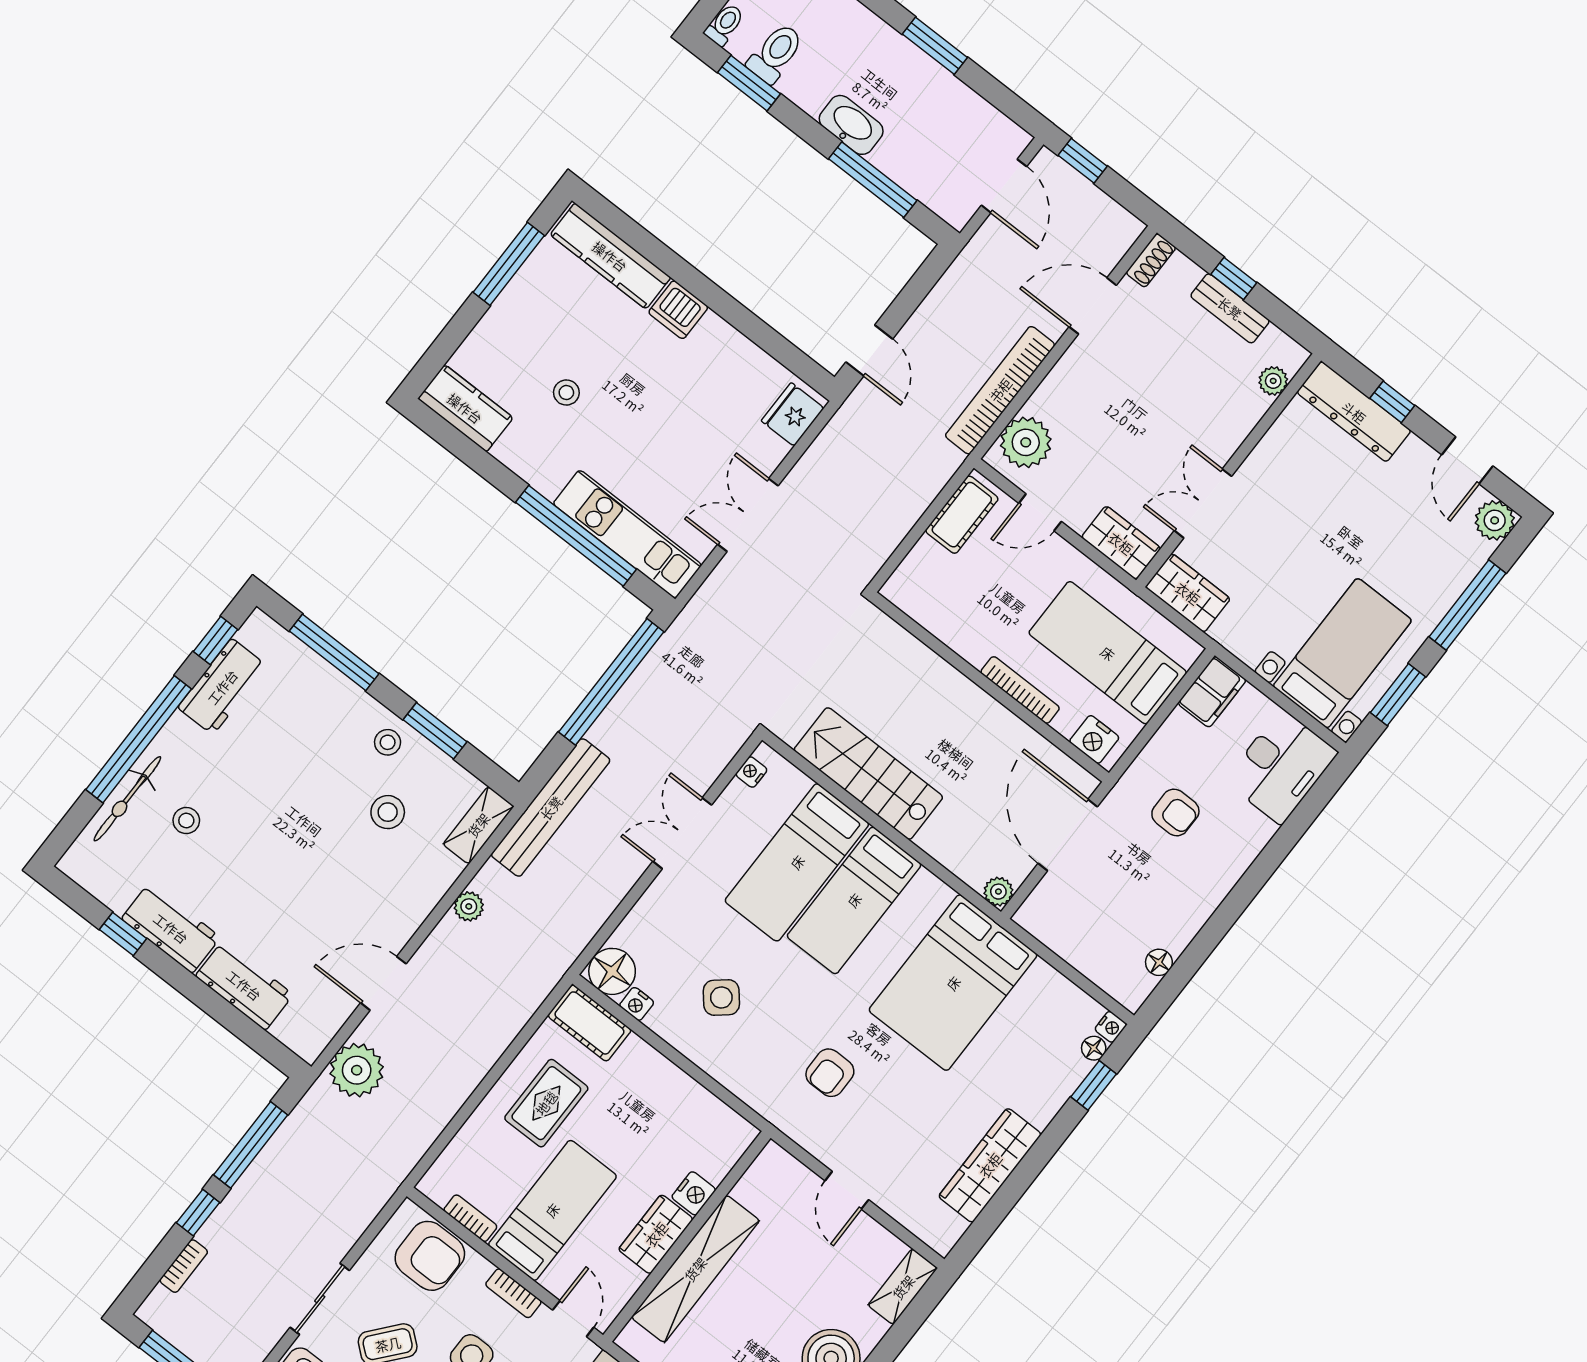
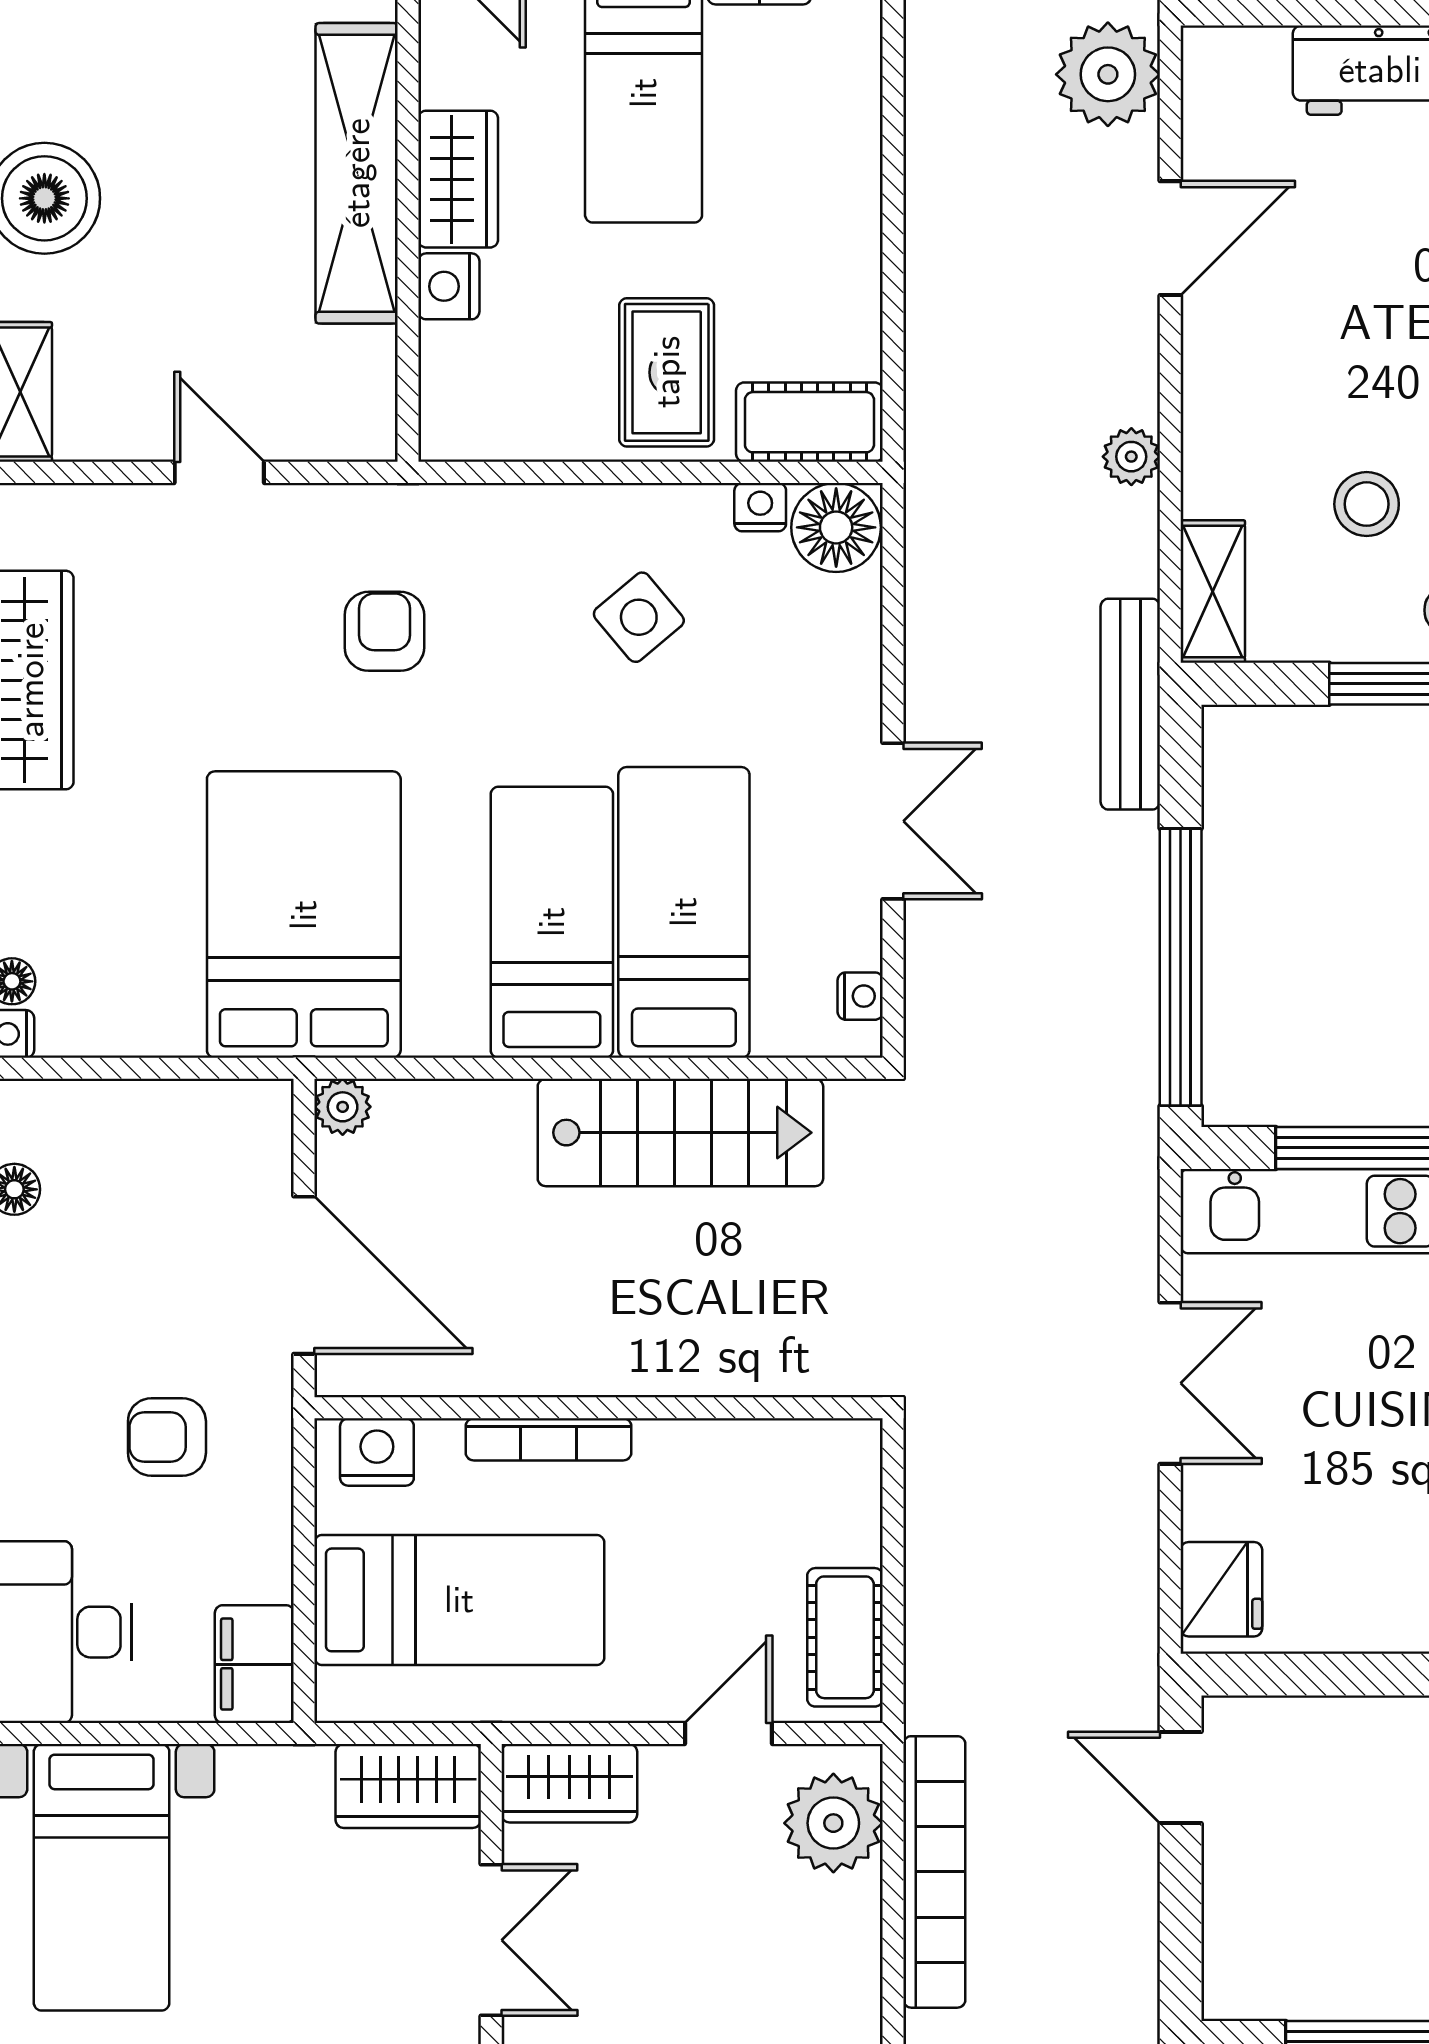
bench: (551, 808) -> (1130, 704), width x0.73, depth x0.82
rug: (546, 1103) -> (667, 372), moved

